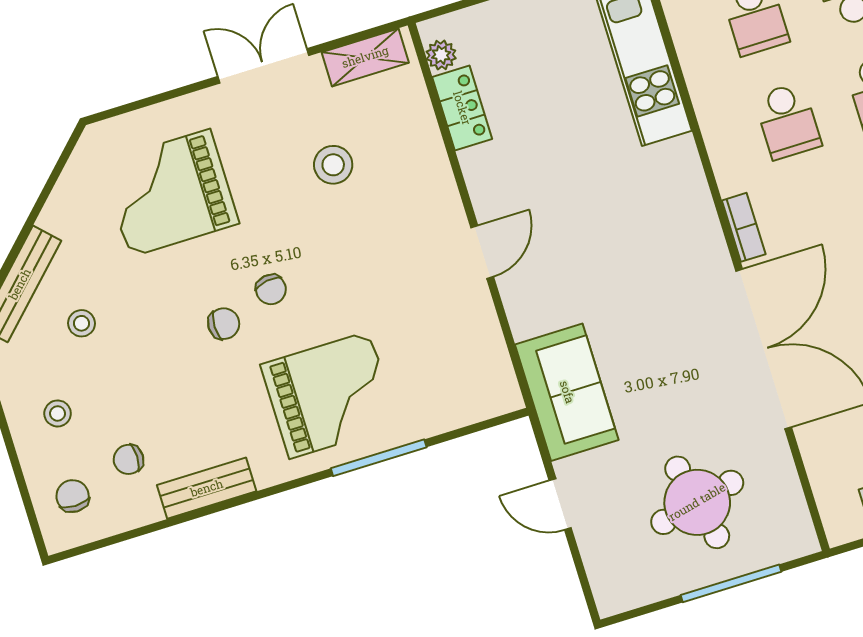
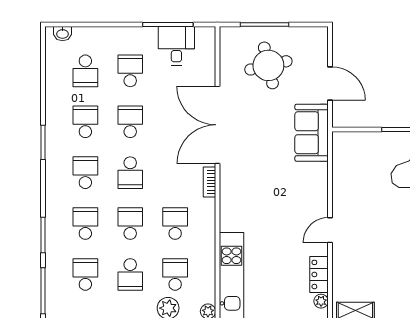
stool: (333, 165) -> (385, 267), removed
door: (482, 252) -> (330, 230), moved
door: (560, 504) -> (330, 84), width x1.38

